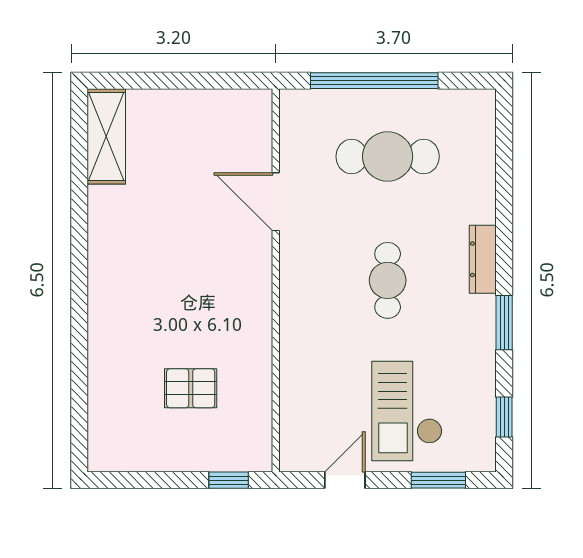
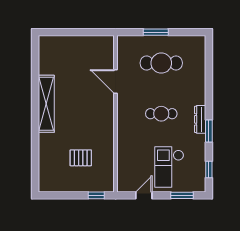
window: (374, 81) -> (156, 32), width x0.47
shelving: (106, 136) -> (46, 104), moved, width x1.47
dresser: (483, 259) -> (200, 119), moved
cafe table: (388, 280) -> (161, 114), turned 90

